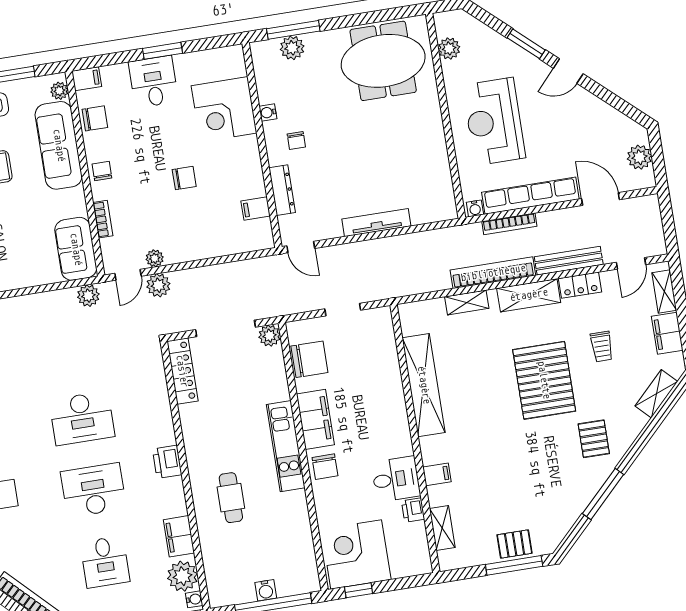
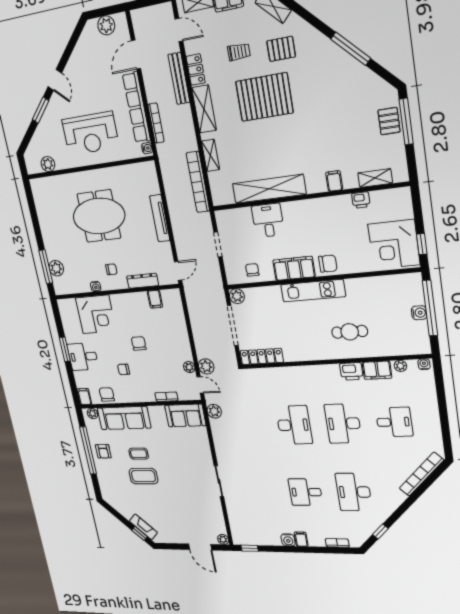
meeting table: (383, 61) -> (99, 216), moved, turned 90
chair: (102, 171) -> (124, 369), moved
bookcase: (493, 273) -> (198, 182), moved
chair: (309, 359) -> (252, 270), width x0.54, depth x0.54
pallet: (594, 439) -> (281, 49), moved
printer: (167, 462) -> (351, 371), moved
desk: (396, 479) -> (268, 220), moved
plant: (182, 576) -> (400, 366), width x0.53, depth x0.53

